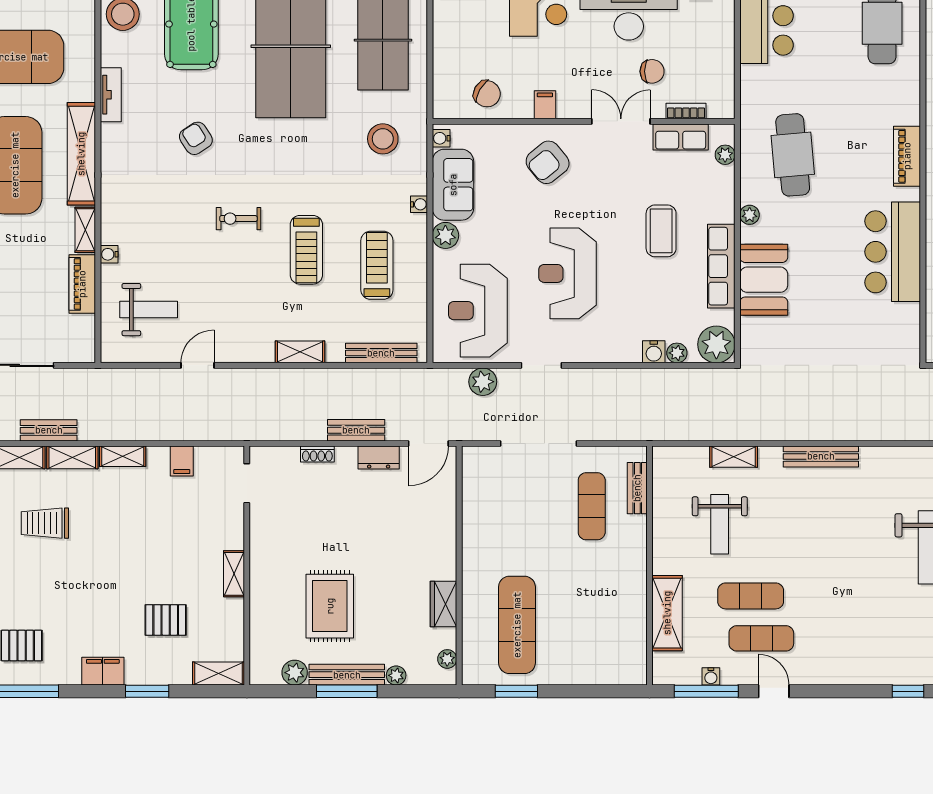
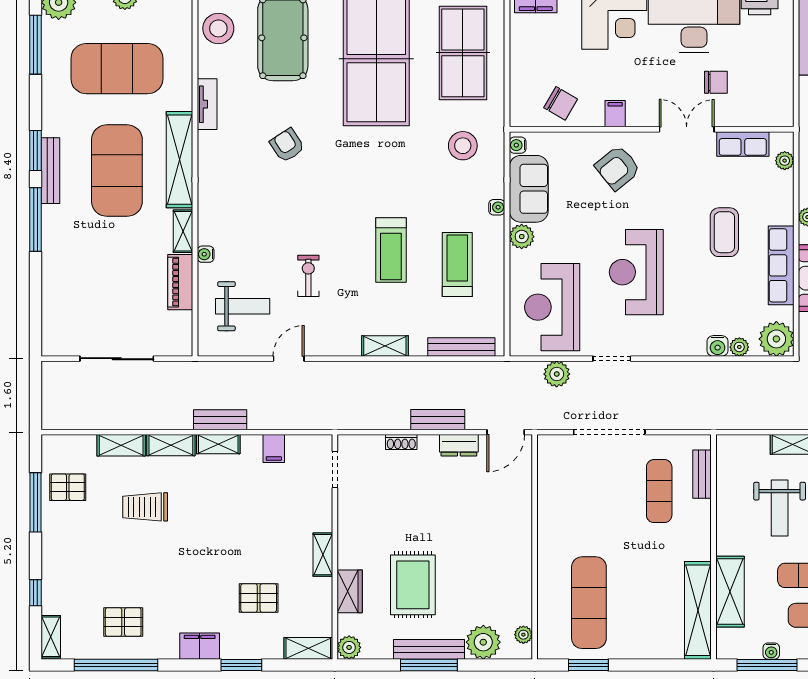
bookcase: (686, 111) -> (748, 119), removed
exercise bike: (238, 219) -> (308, 276), moved, turned 90
bench: (49, 430) -> (220, 420), moved
wardrobe: (443, 604) -> (350, 591), moved, turned 180
shelving: (633, 633) -> (698, 610), added
plant: (295, 673) -> (349, 647), moved
plant: (396, 675) -> (483, 642), width x1.88, depth x1.88

